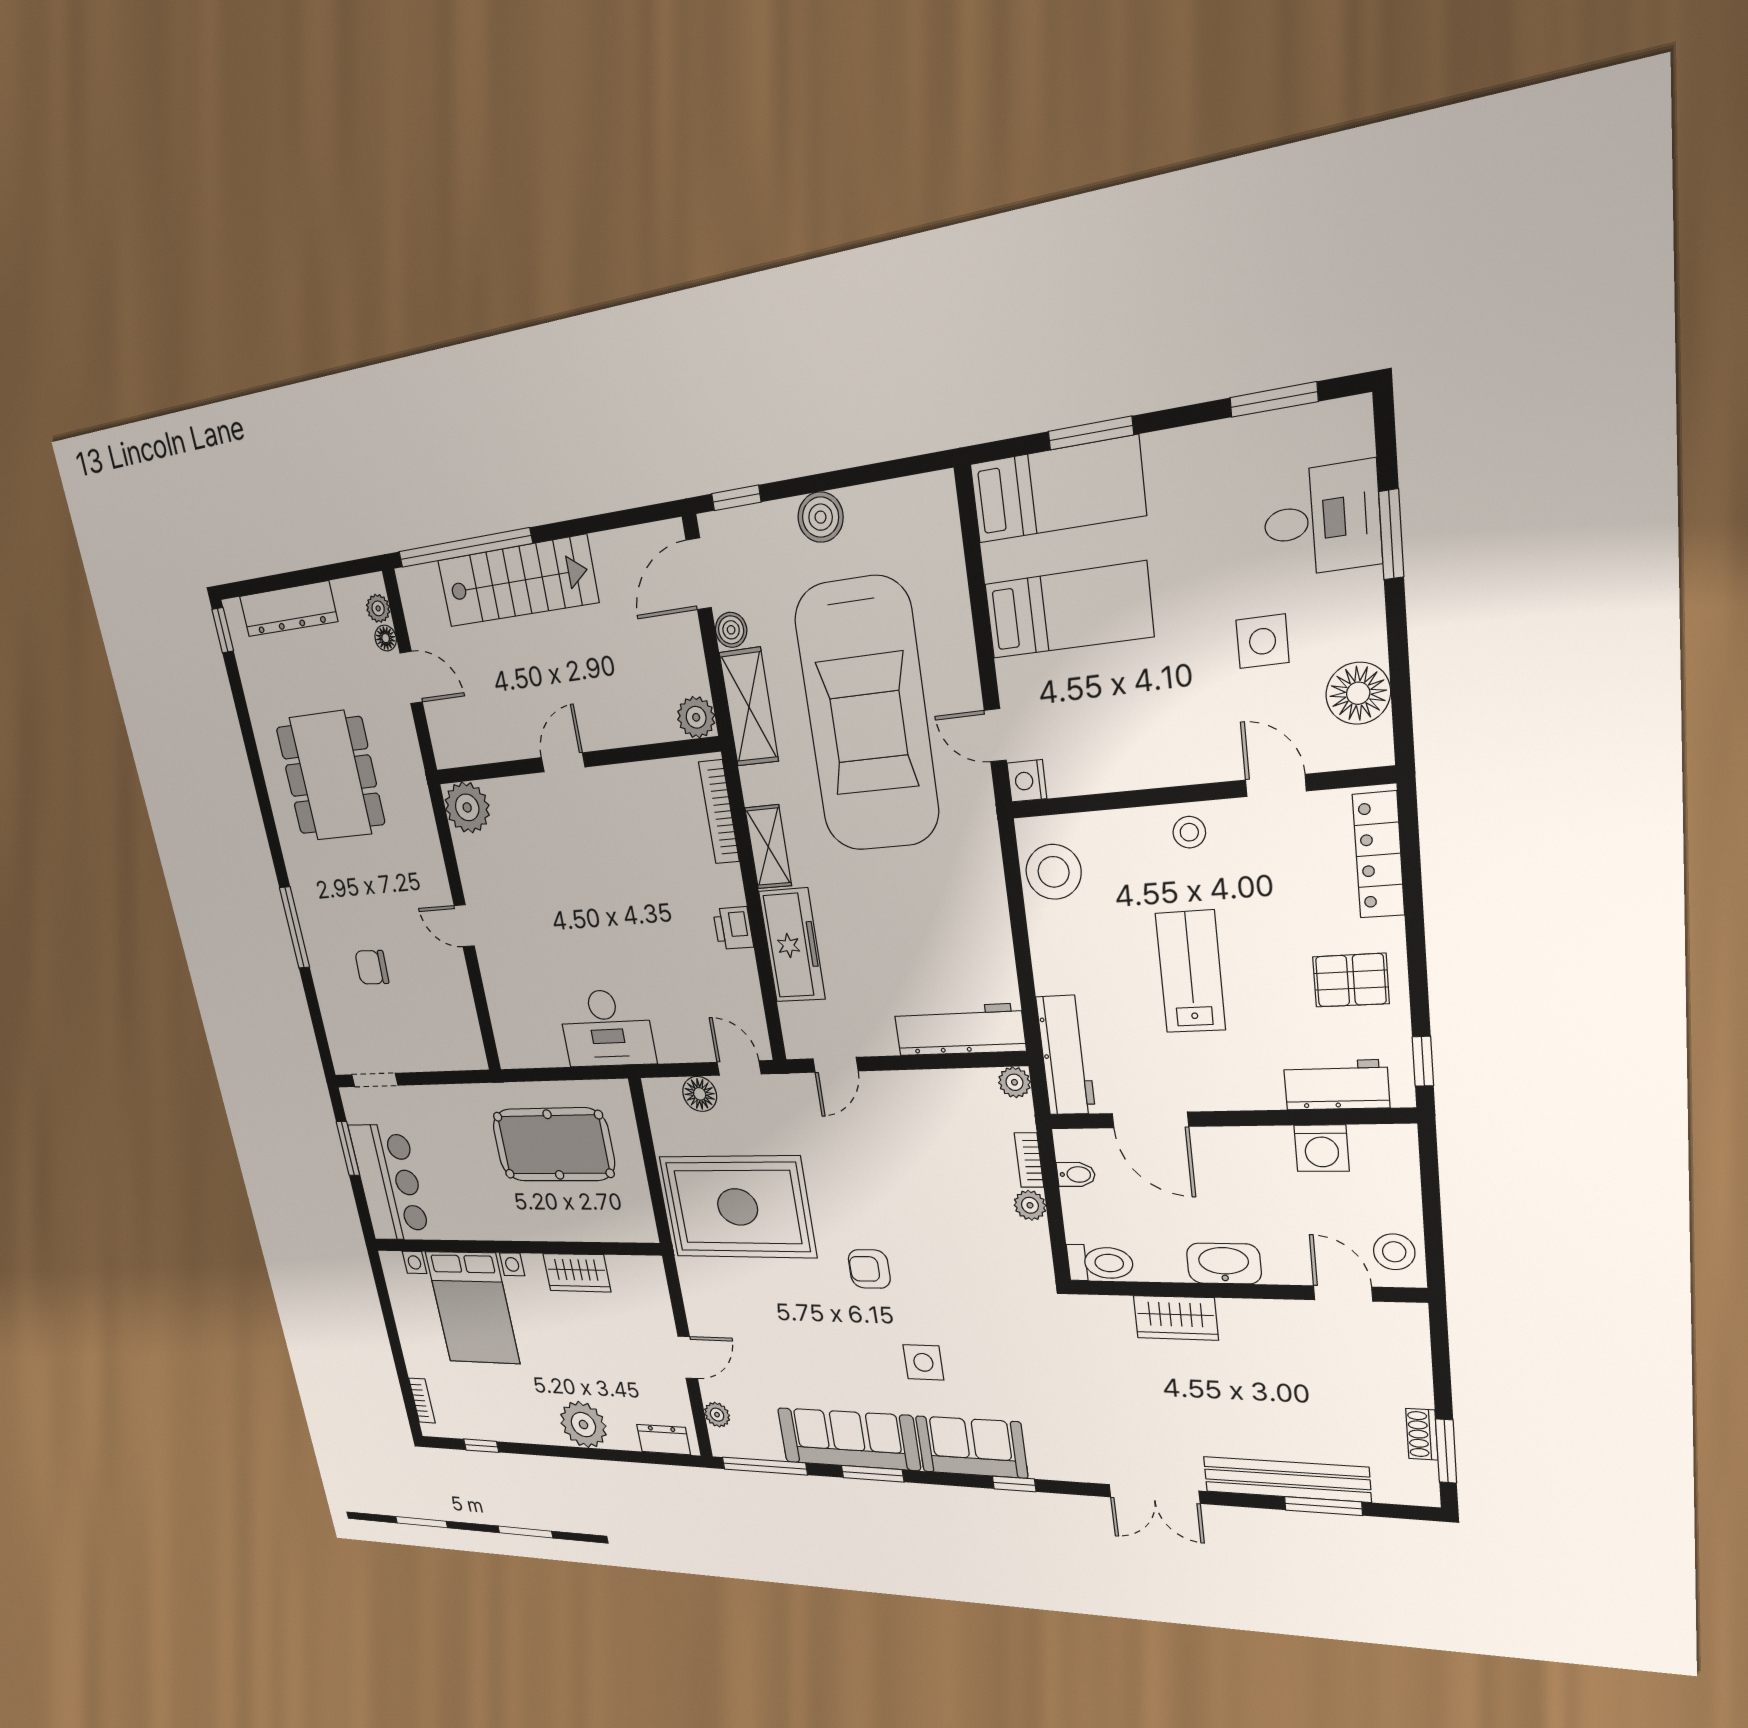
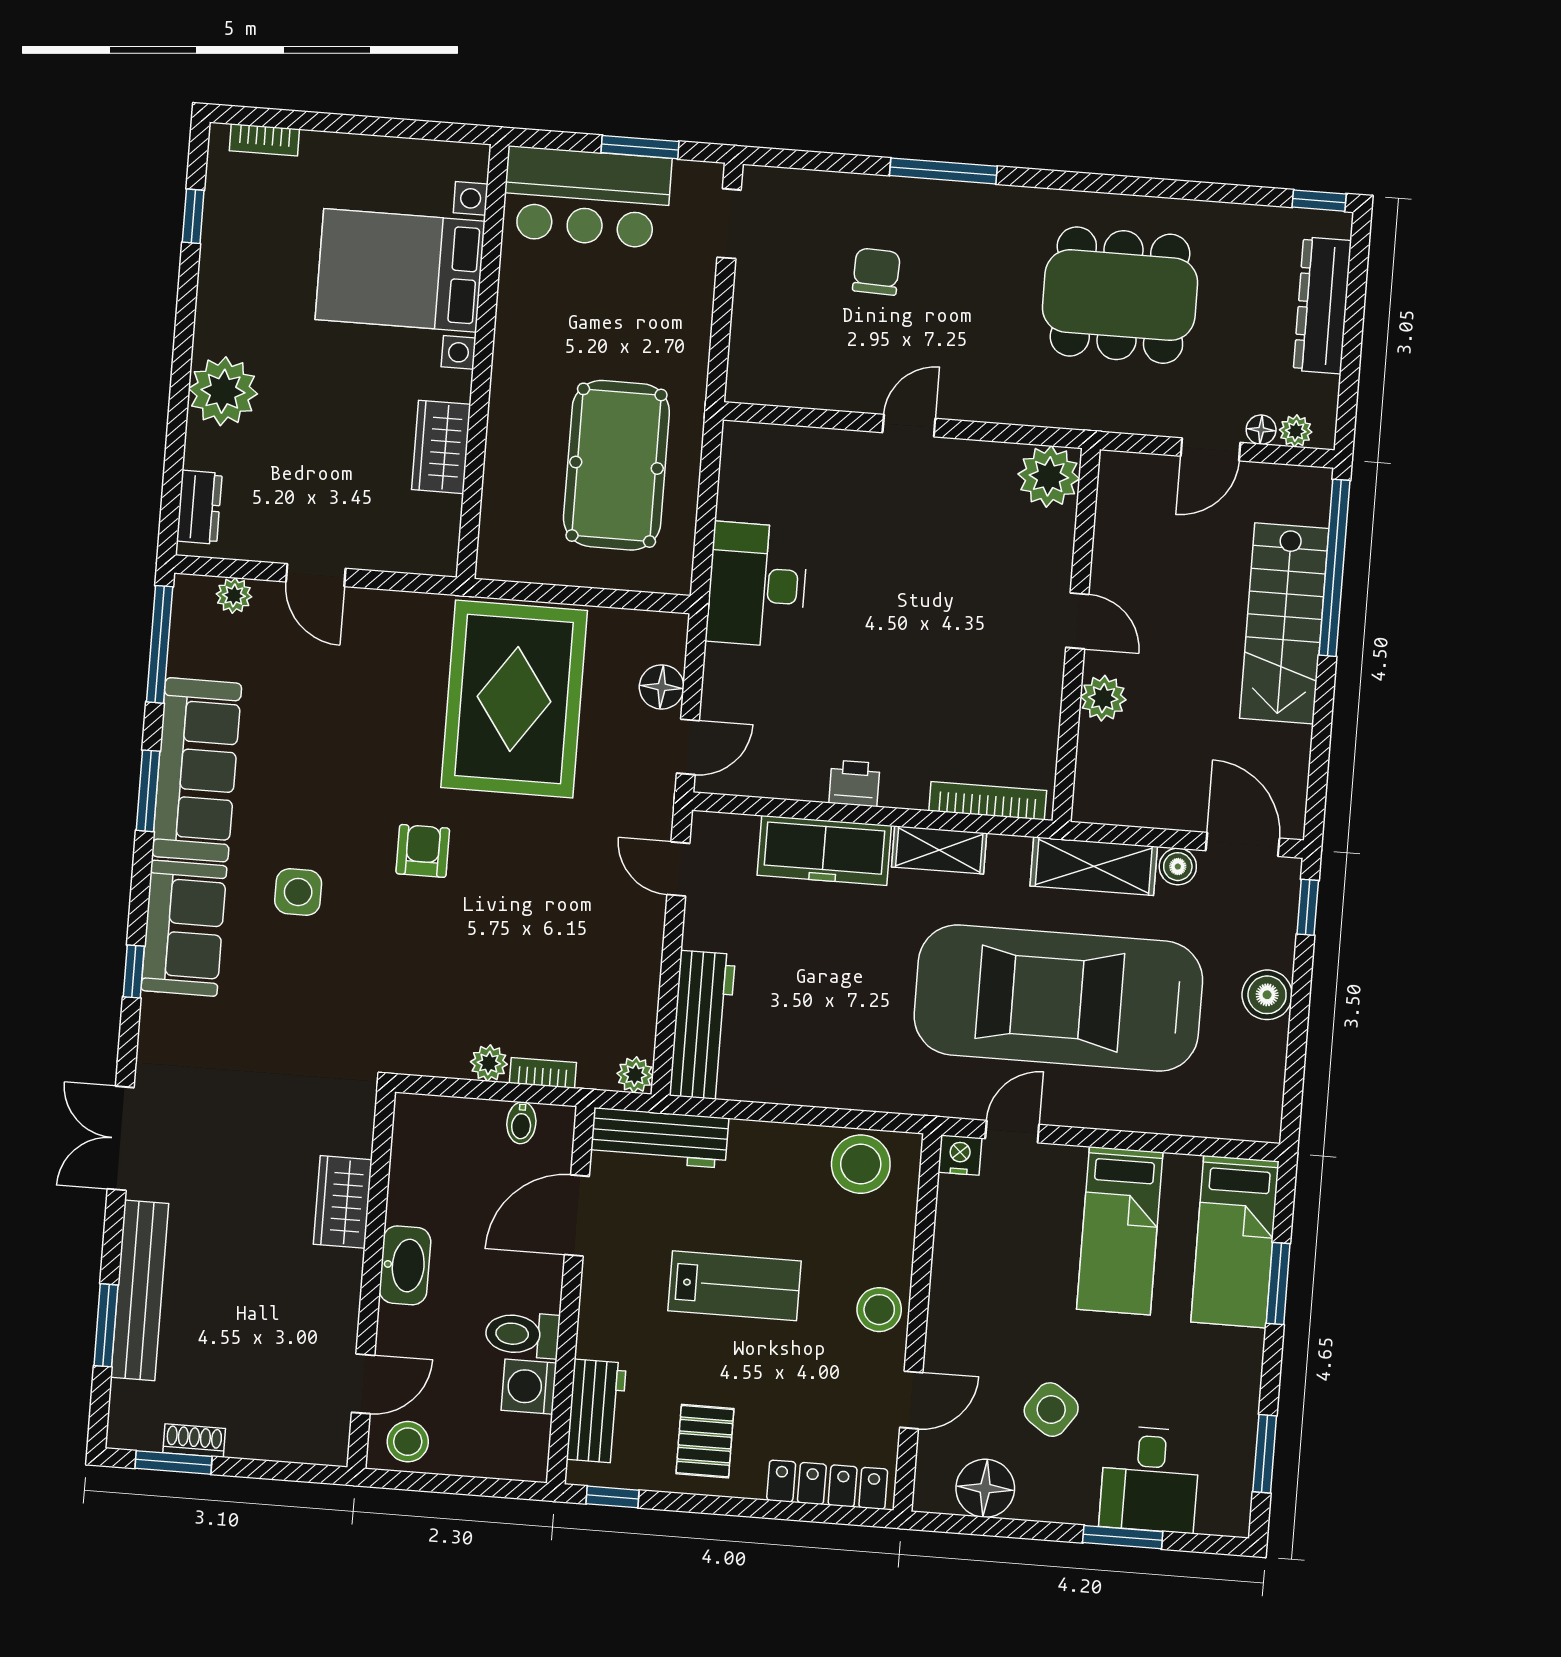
side table: (1263, 641) -> (1051, 1410), turned 35
plant: (696, 717) -> (1103, 698), moved
stool: (1189, 832) -> (879, 1310), width x1.37, depth x1.37
toilet: (1100, 1263) -> (522, 1334), moved, turned 90

